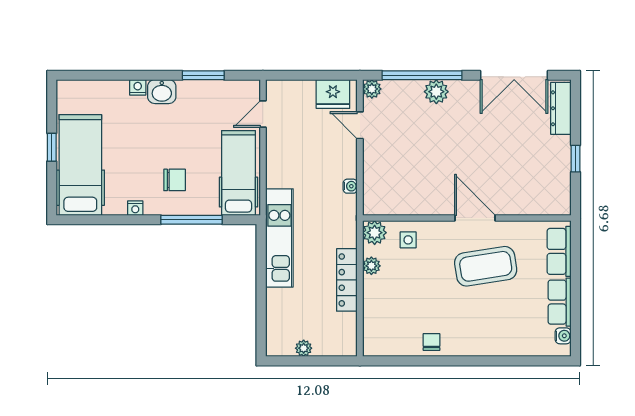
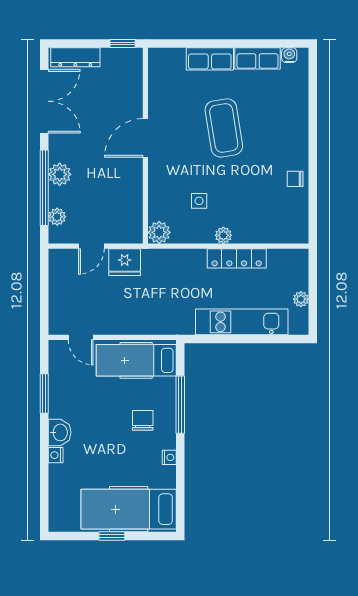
plant: (372, 89) -> (57, 217), moved
fridge: (333, 94) -> (125, 262), moved, turned 90
water cooler: (350, 186) -> (149, 255), removed
wall: (467, 218) -> (145, 146), moved
door: (475, 218) -> (145, 138), moved
plant: (375, 233) -> (159, 232), moved
kitchen unit: (279, 238) -> (242, 322), moved

